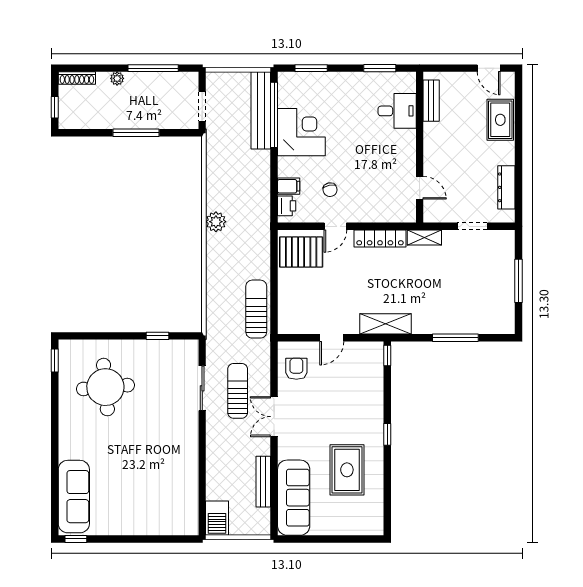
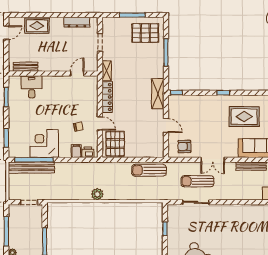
pallet: (488, 303) -> (145, 33), added

